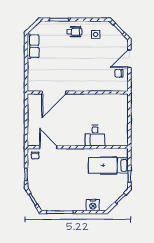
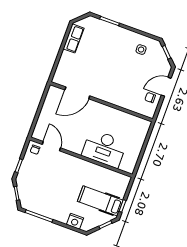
wheelchair: (74, 32) -> (120, 39), removed
desk: (95, 136) -> (104, 149), width x1.87, depth x1.30
hospital bed: (108, 165) -> (100, 201), moved

